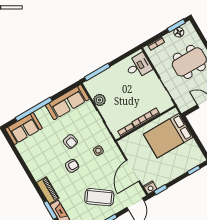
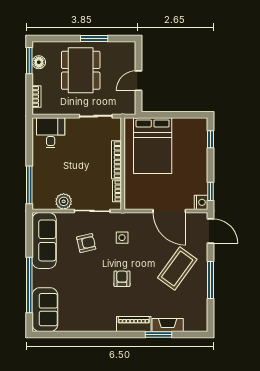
armchair: (70, 142) -> (86, 243), moved

